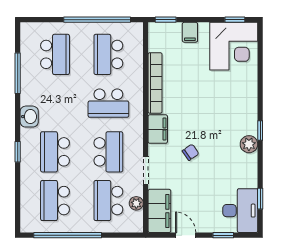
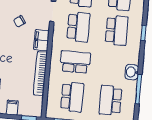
washbasin: (29, 117) -> (132, 72), moved
school desk: (108, 152) -> (78, 27), turned 180

